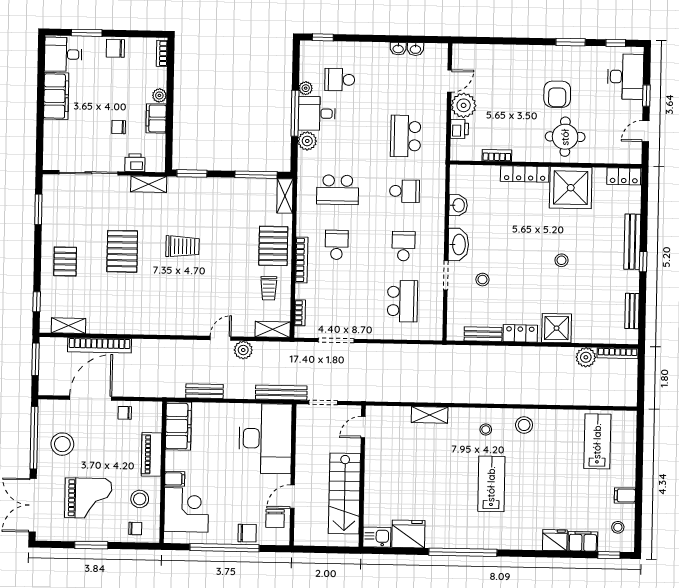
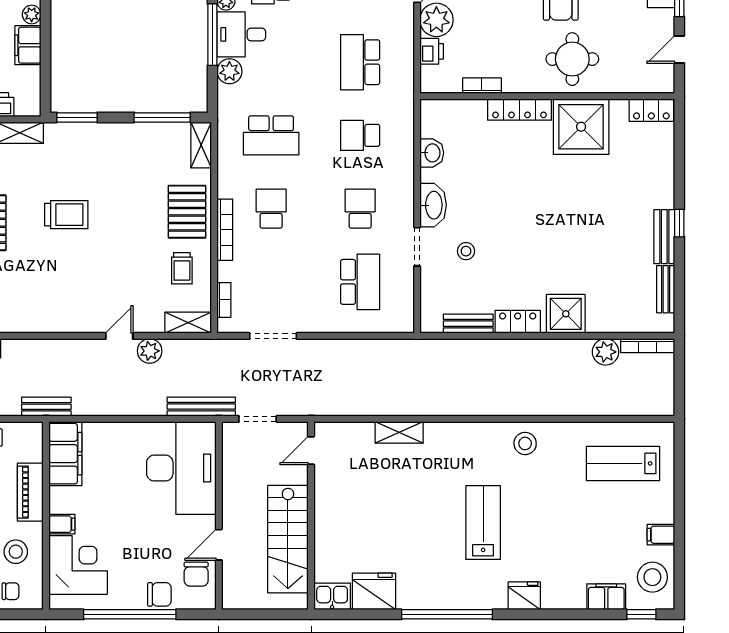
school desk: (405, 191) -> (360, 135), turned 180
bench: (632, 242) -> (664, 237), moved, width x0.73
stool: (562, 260) -> (571, 223), removed
bench: (204, 391) -> (46, 407), moved
stool: (486, 430) -> (474, 450), removed
lab bench: (597, 441) -> (623, 463), turned -90
stool: (618, 527) -> (652, 577), width x1.89, depth x1.89
fridge: (555, 540) -> (524, 596), moved

